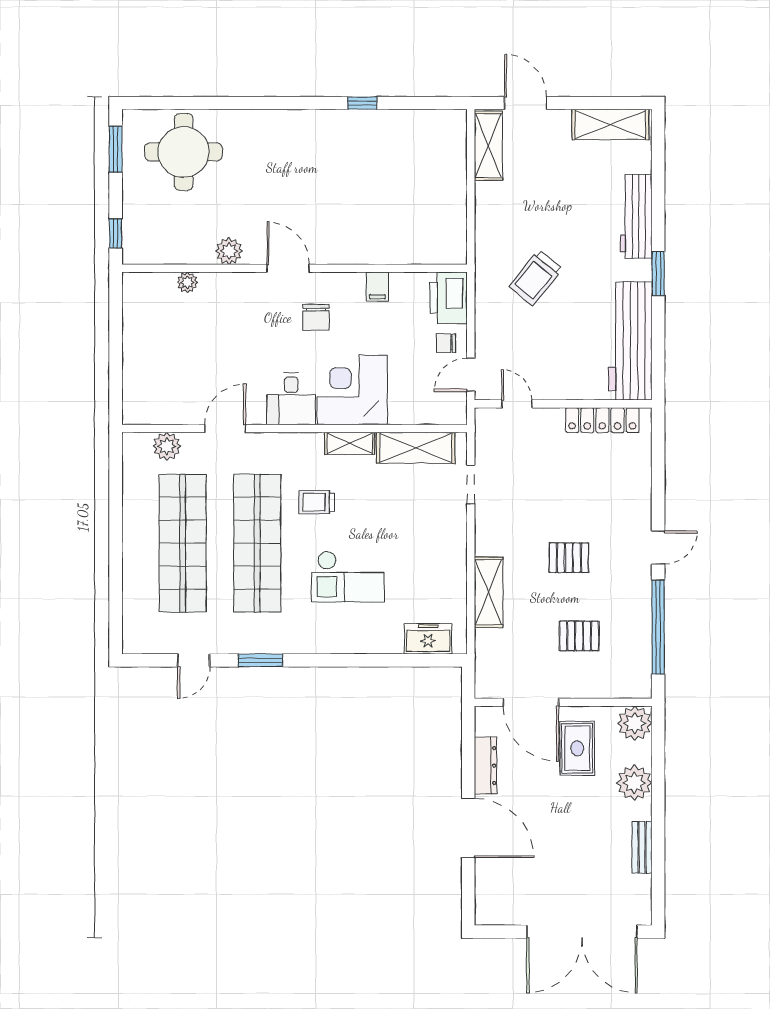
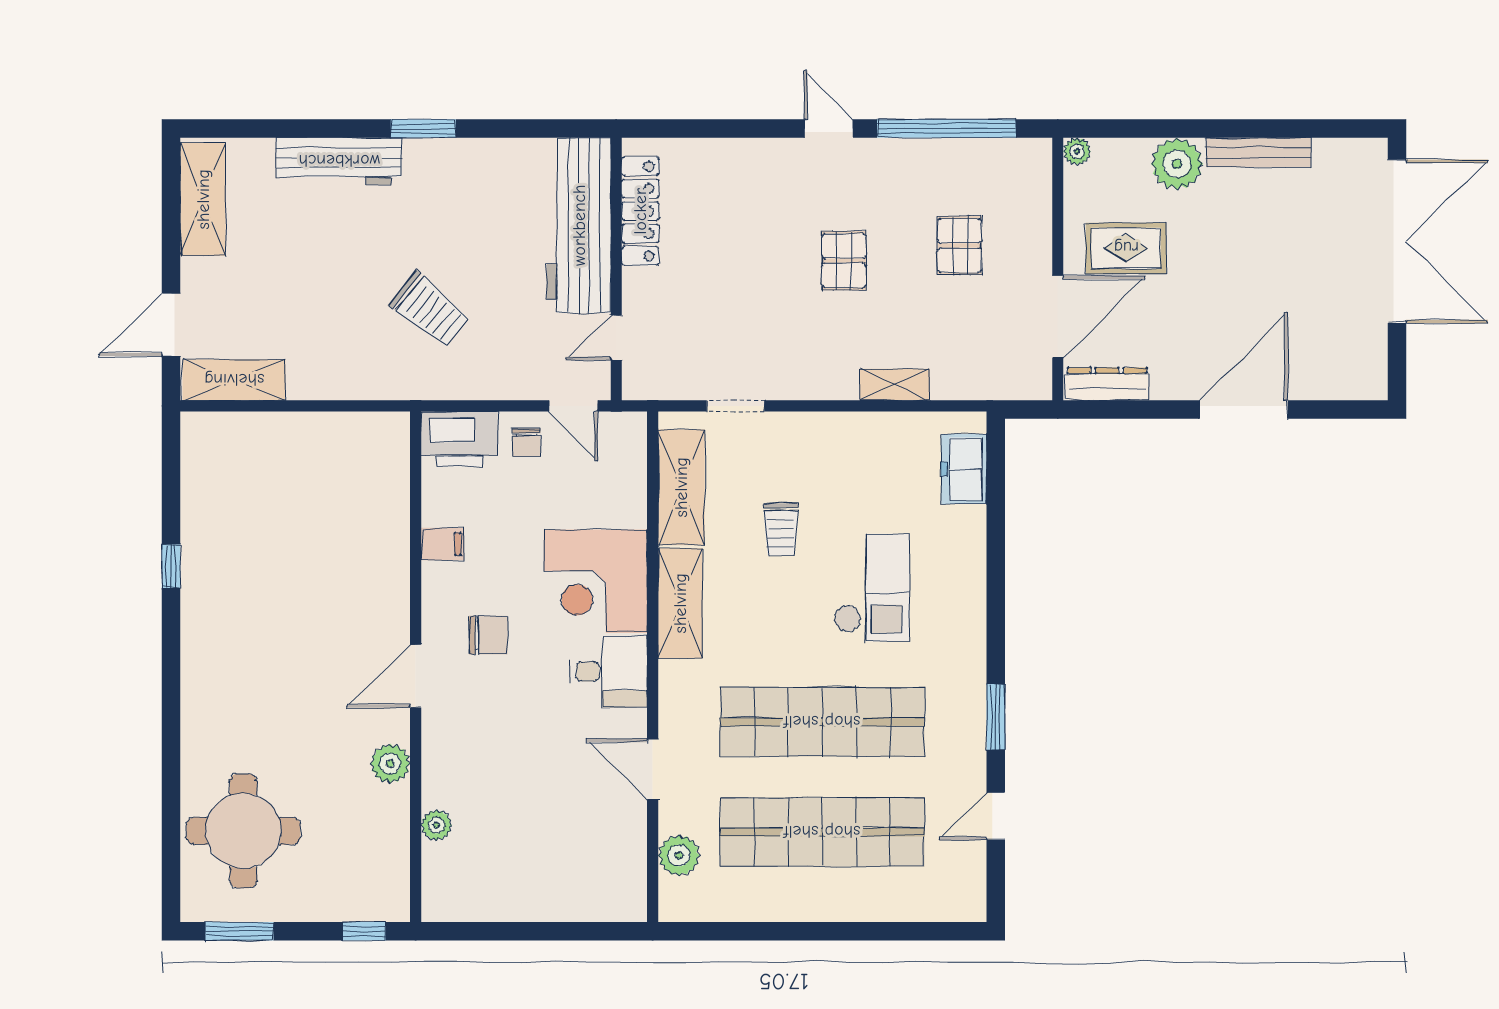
workbench: (630, 341) -> (579, 225), moved, turned 90
shelving: (350, 443) -> (680, 603), width x1.50, depth x1.33
trolley: (317, 502) -> (781, 529), moved
shelving: (489, 592) -> (895, 385), width x0.67, depth x0.75
door: (194, 660) -> (996, 816), swing flipped
plant: (635, 723) -> (1077, 151), width x0.53, depth x0.53
dresser: (486, 766) -> (1107, 384), moved
bench: (642, 847) -> (1259, 152), width x1.36

